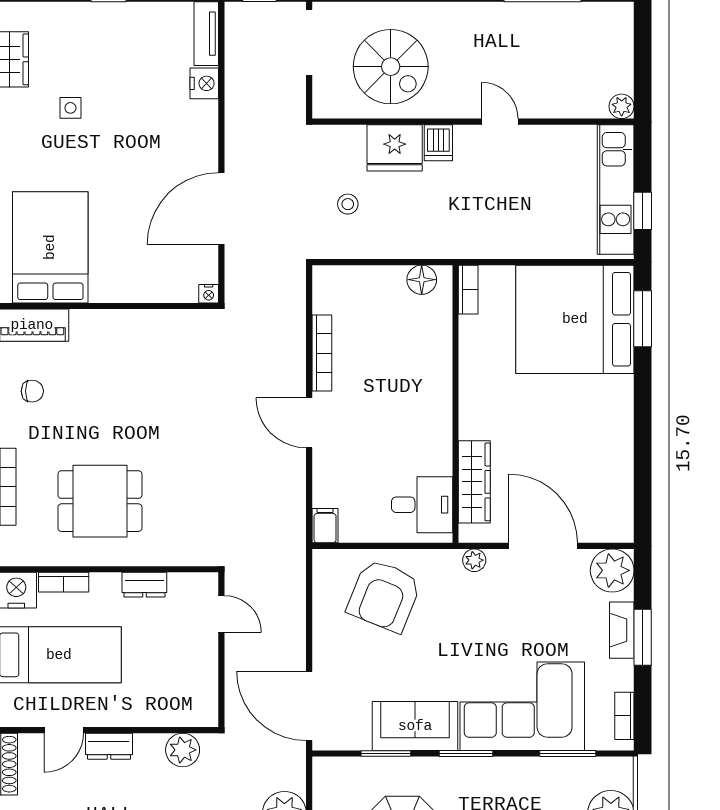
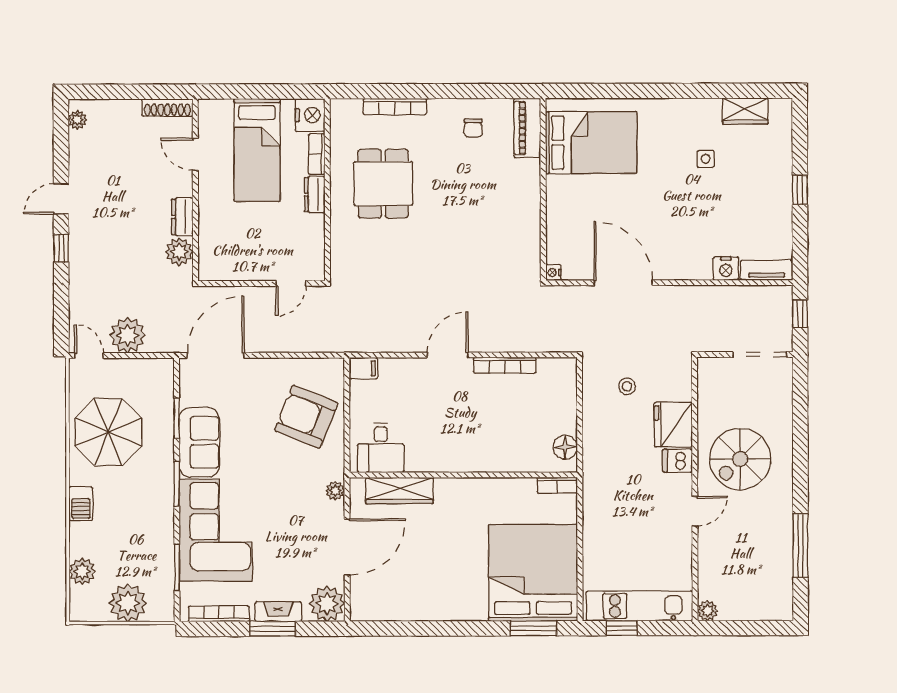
spiral stairs: (391, 67) -> (740, 459), moved
dresser: (144, 585) -> (315, 195), moved
bookcase: (624, 716) -> (219, 614), width x1.56
dresser: (109, 746) -> (182, 217), moved

